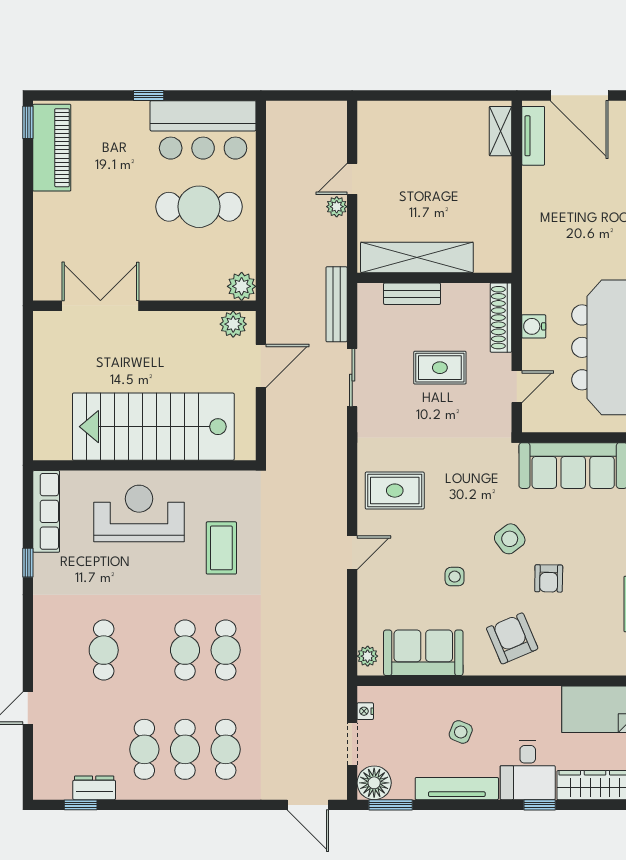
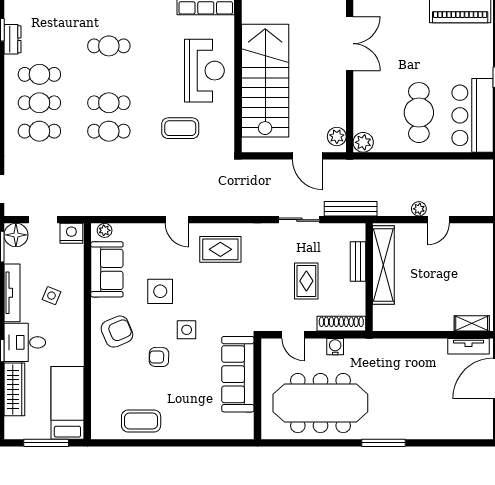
door: (352, 179) -> (438, 220), swing flipped
rug: (395, 491) -> (220, 249), turned 90
side table: (510, 539) -> (187, 330), turned 37
side table: (455, 577) -> (160, 291), width x1.87, depth x1.87
nightstand: (365, 711) -> (71, 233), width x1.89, depth x1.79

